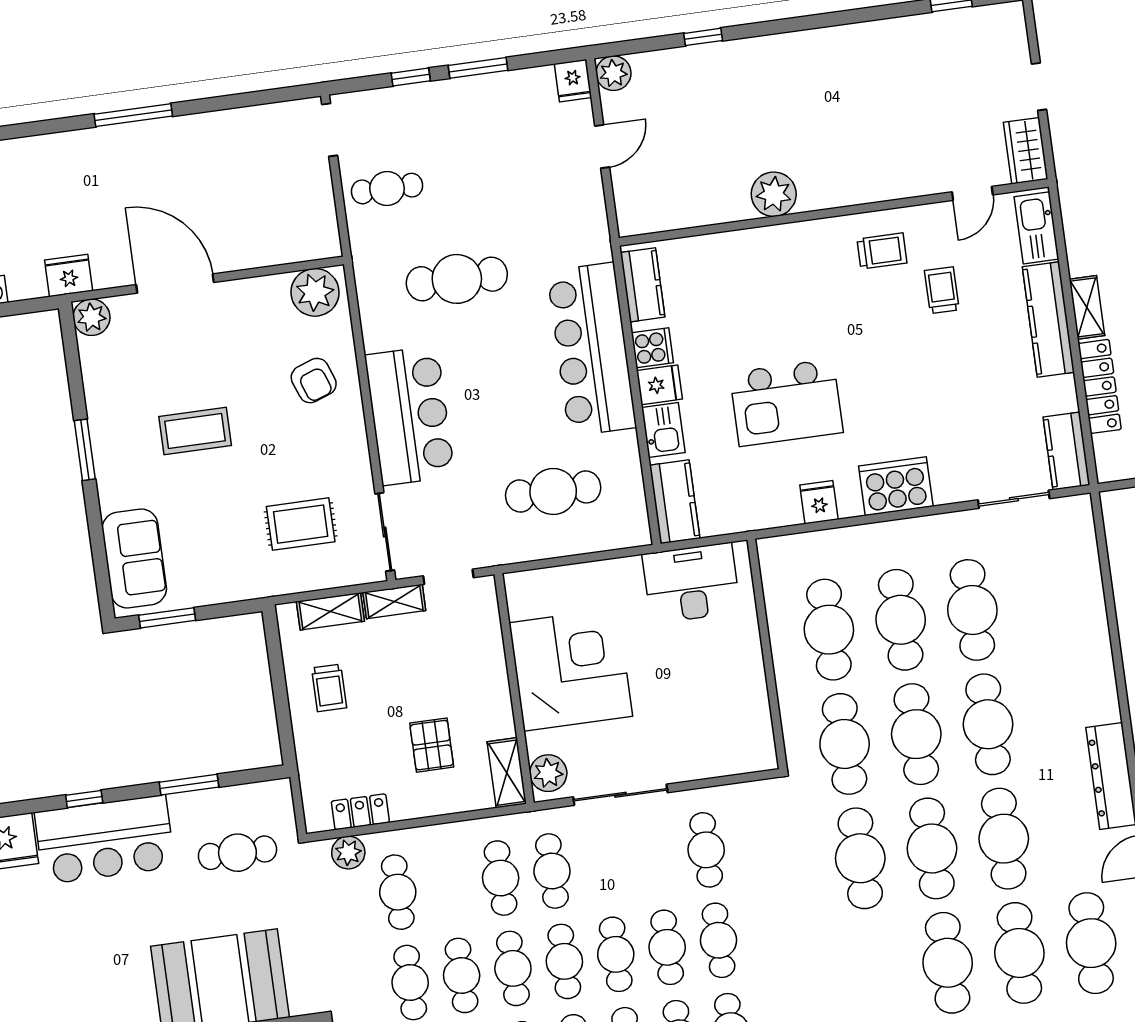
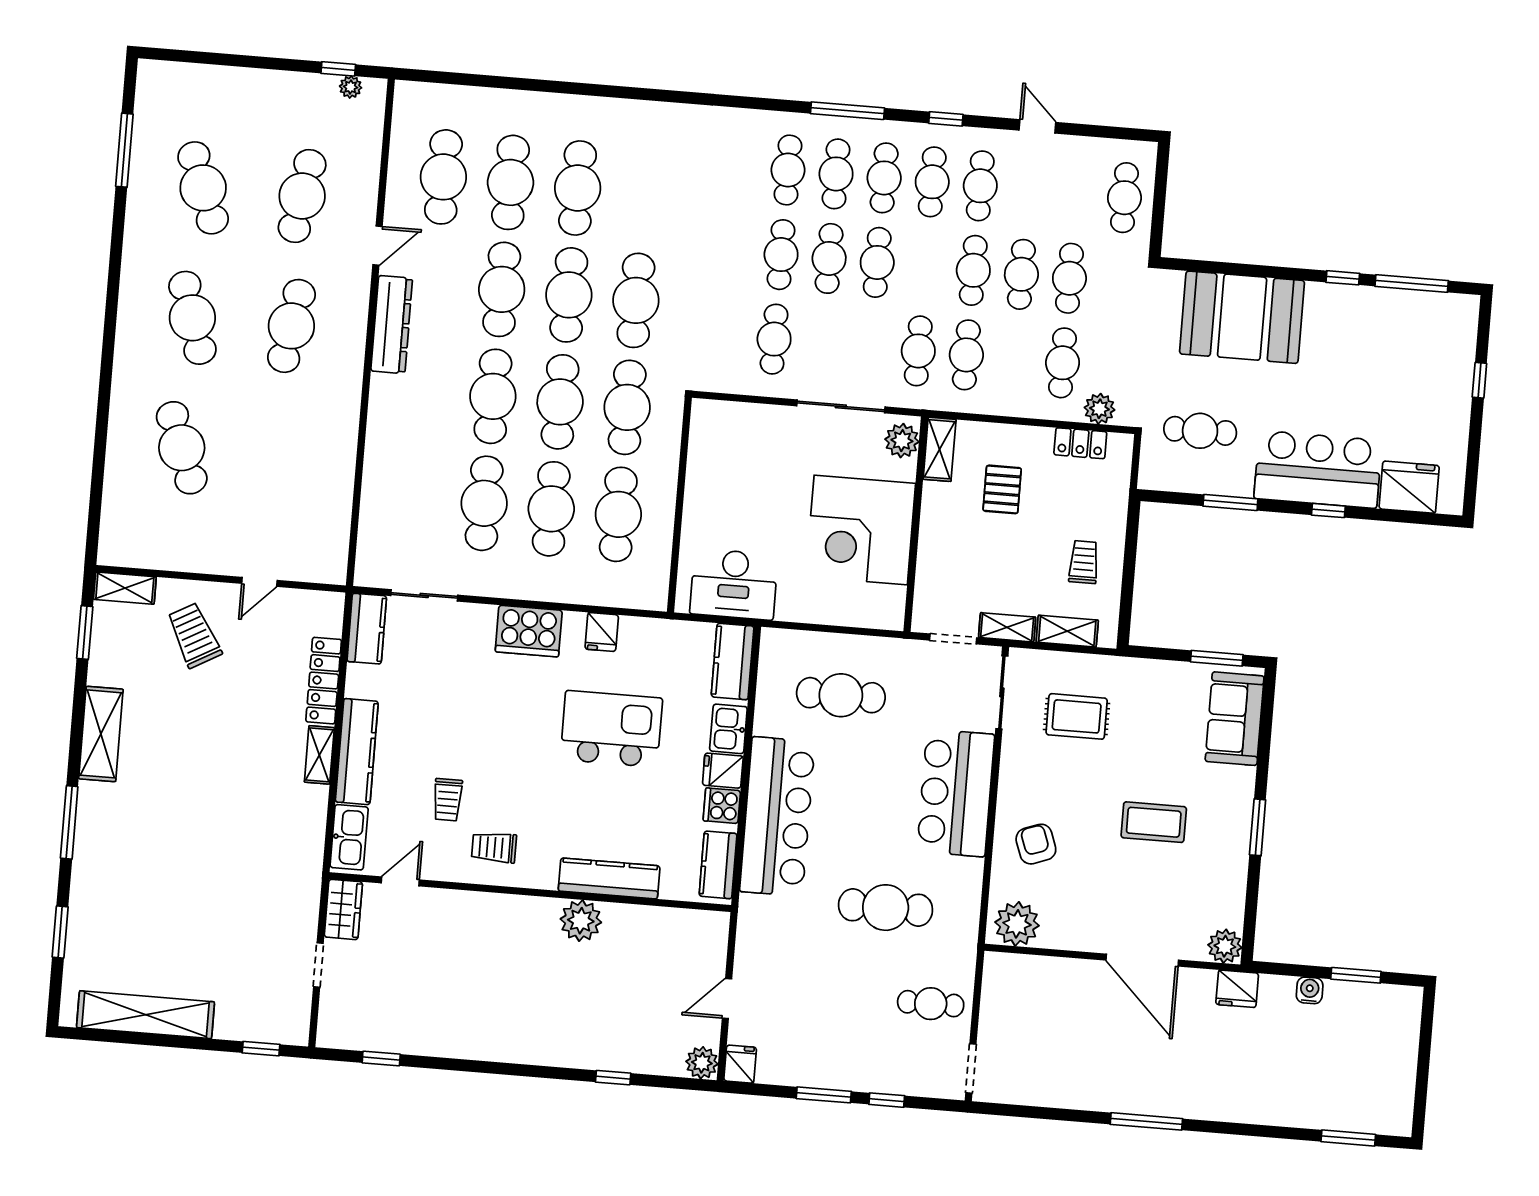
kitchen counter: (754, 245) -> (609, 878), added
cafe table: (564, 961) -> (925, 266), removed

